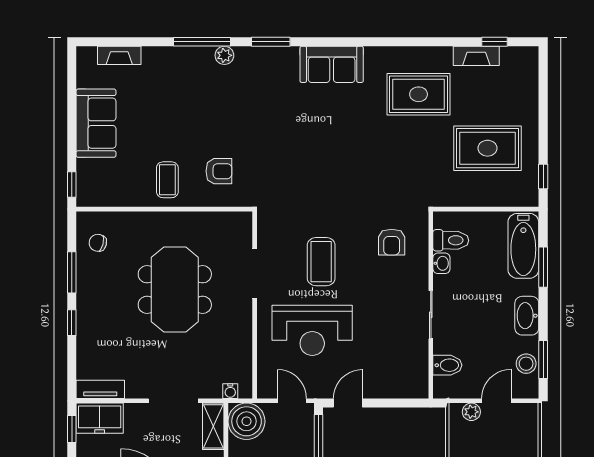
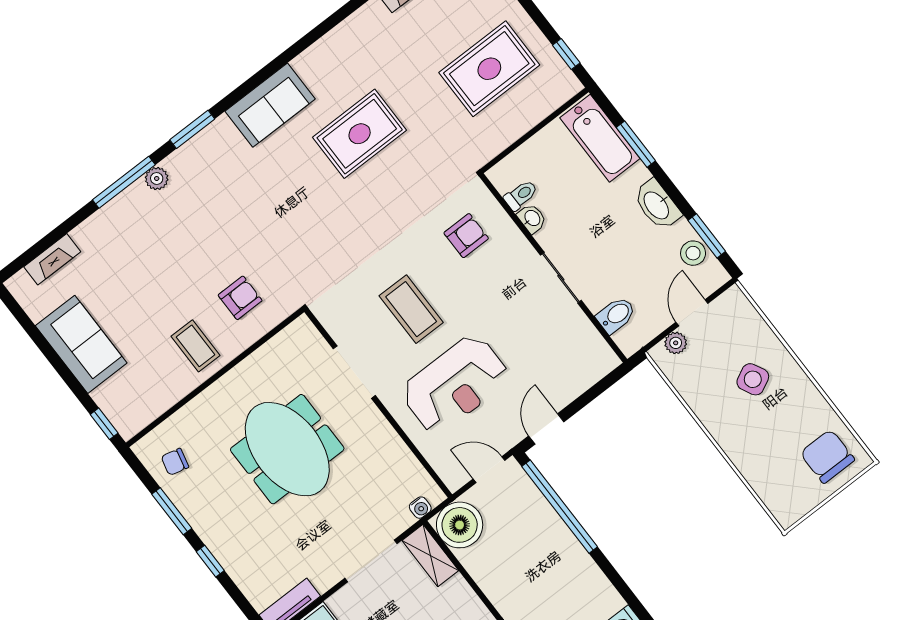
rug: (419, 94) -> (360, 134), moved
toilet: (451, 240) -> (521, 195), width x0.73, depth x0.72
armchair: (392, 242) -> (466, 236), turned -90

